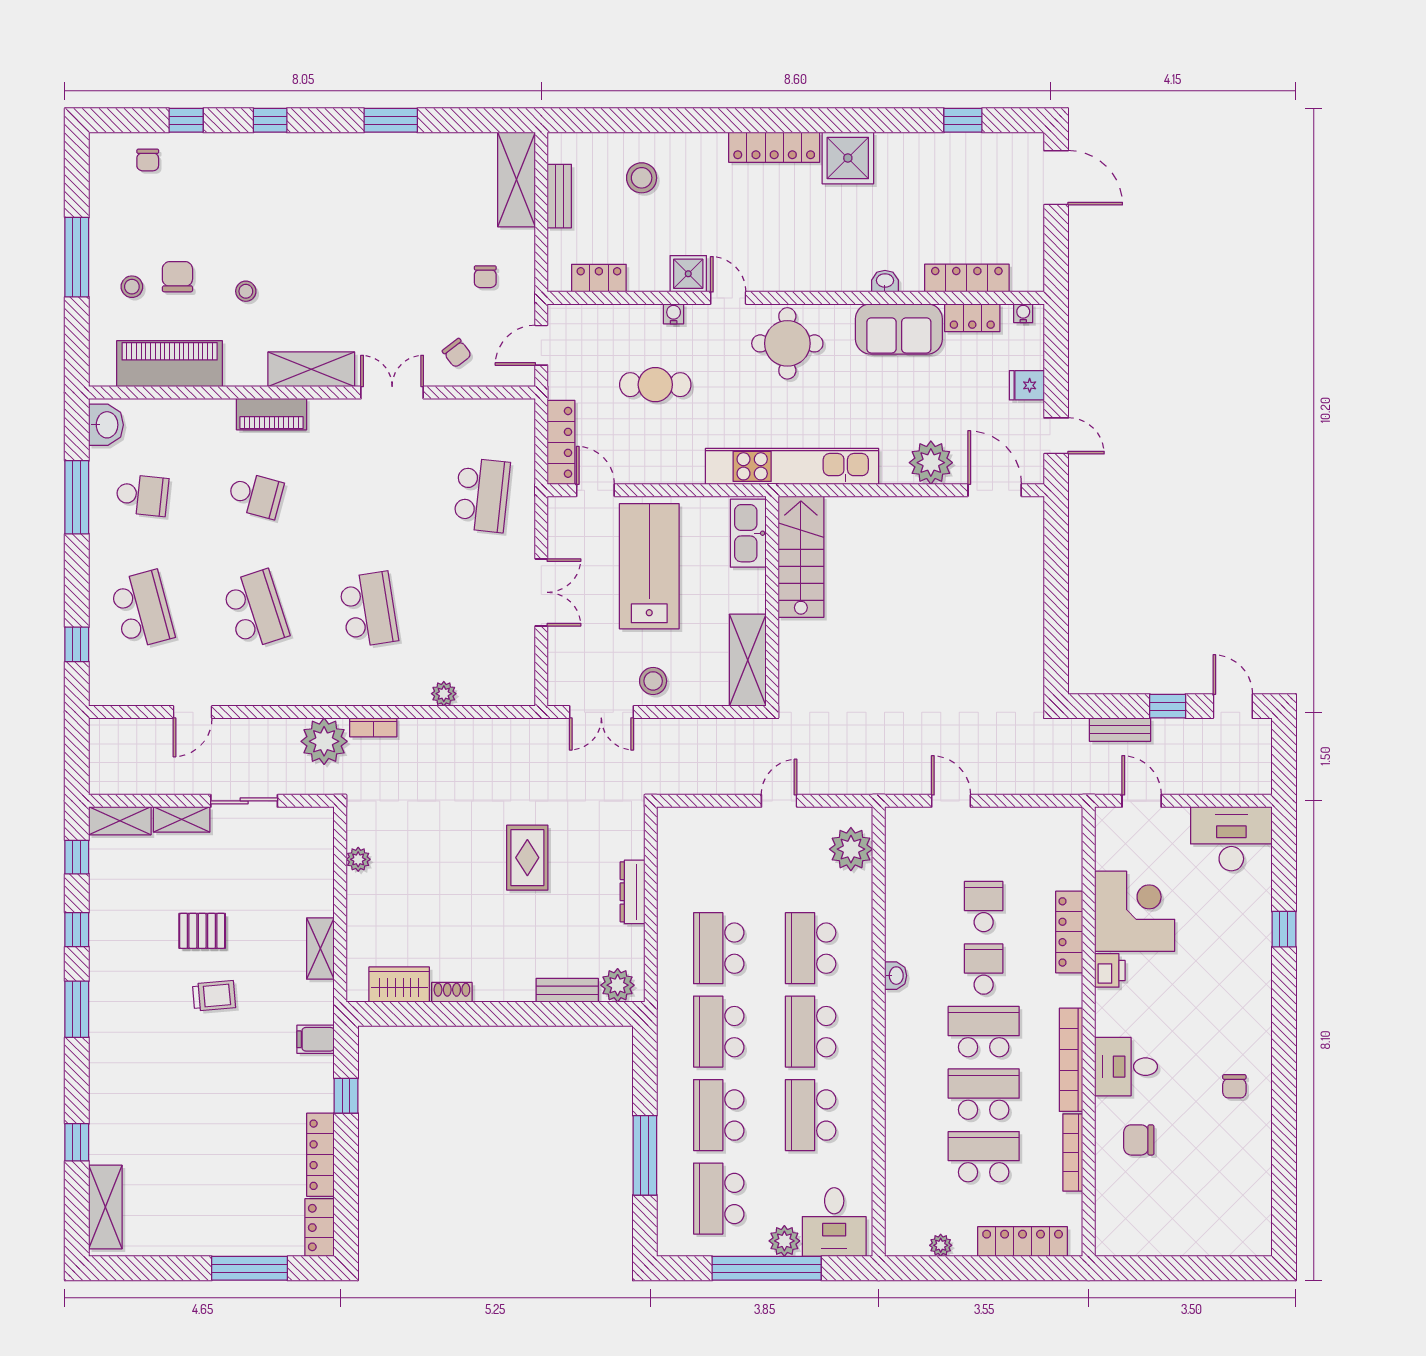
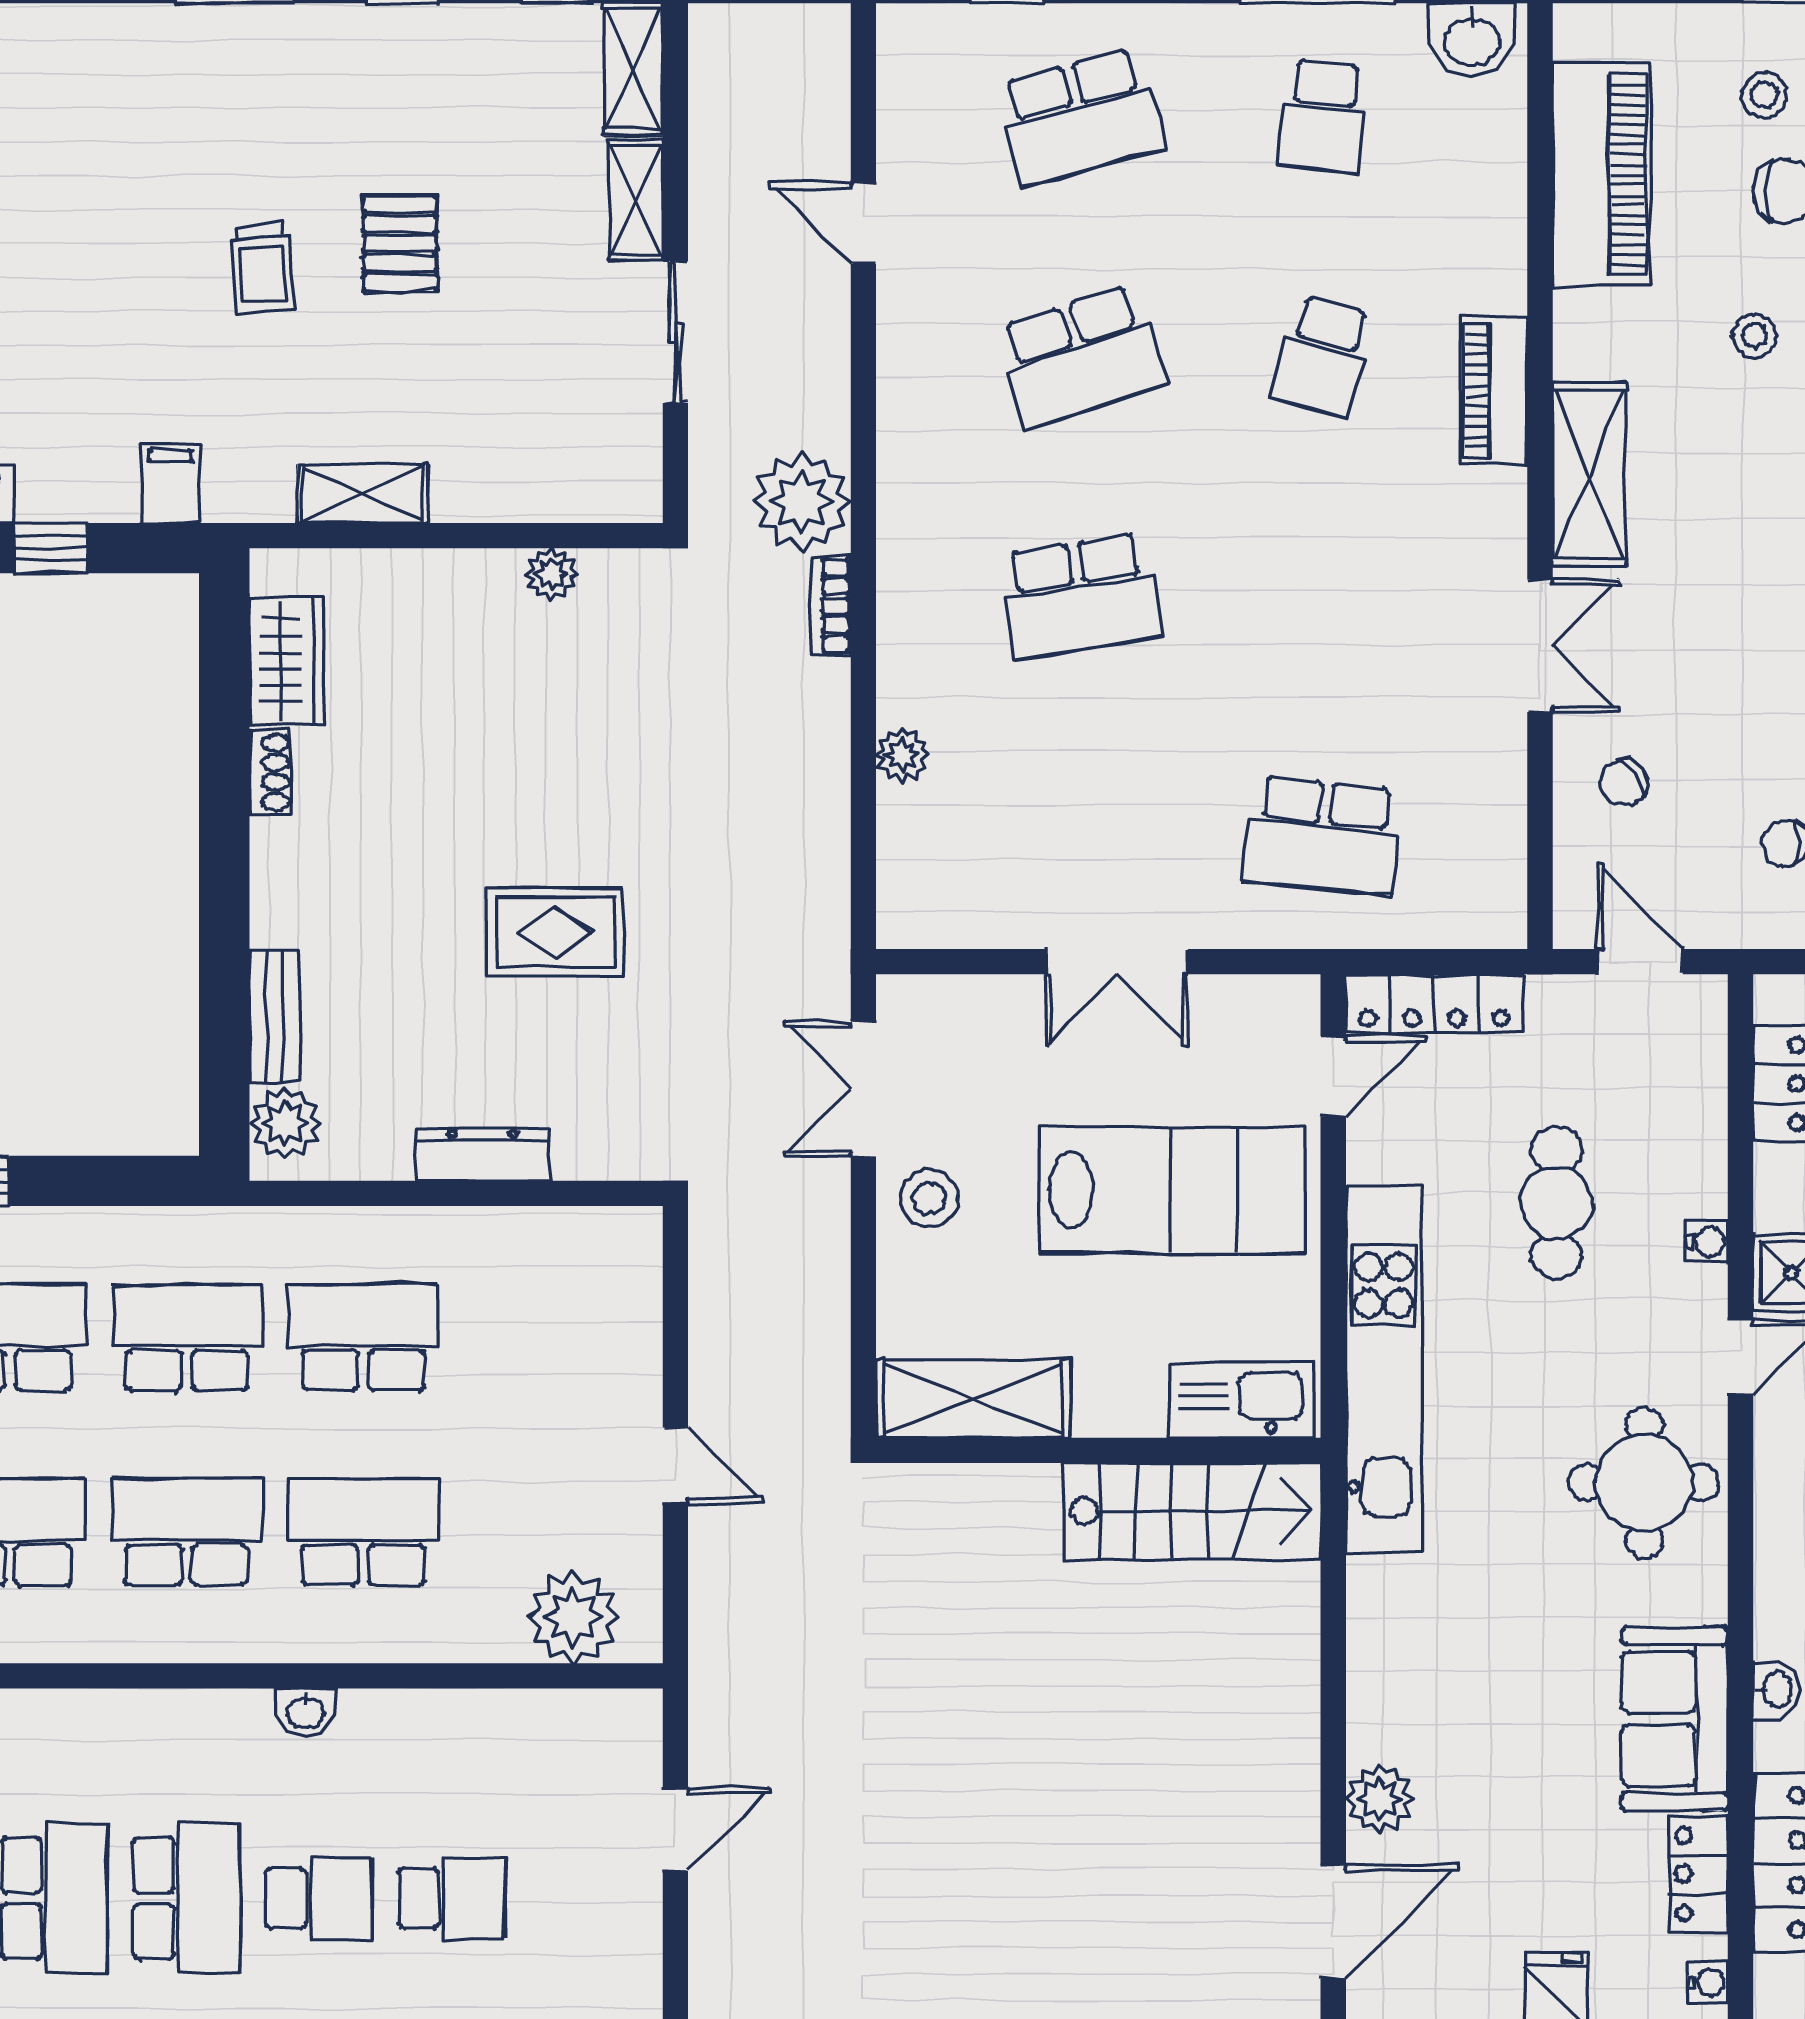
plant: (931, 463) -> (1380, 1799), width x0.73, depth x0.73
kitchen unit: (792, 466) -> (1384, 1369), moved

